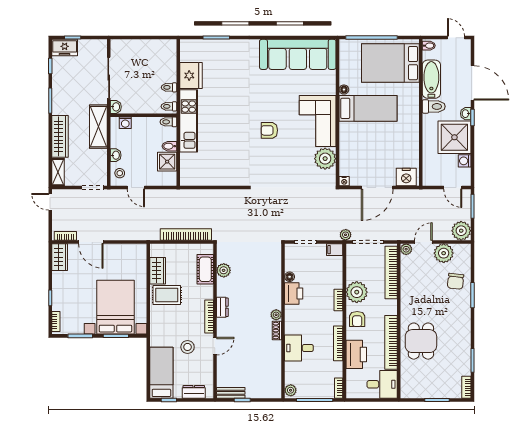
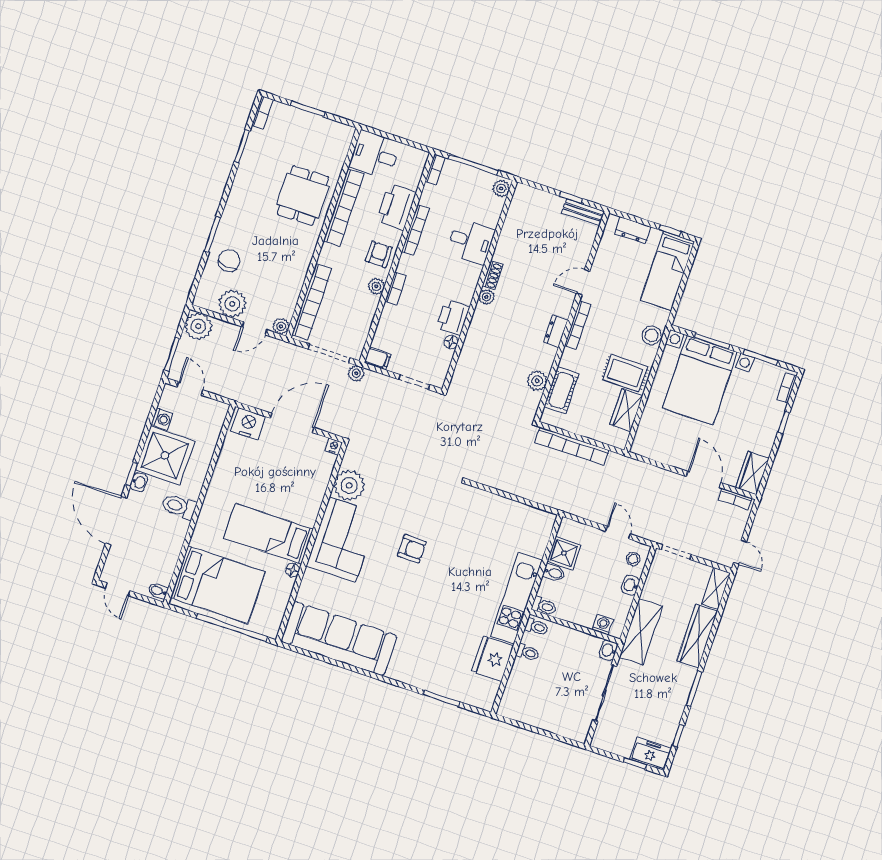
bathtub: (431, 79) -> (170, 544), removed
plant: (357, 292) -> (376, 286), width x0.53, depth x0.53
stool: (188, 347) -> (652, 335), moved

